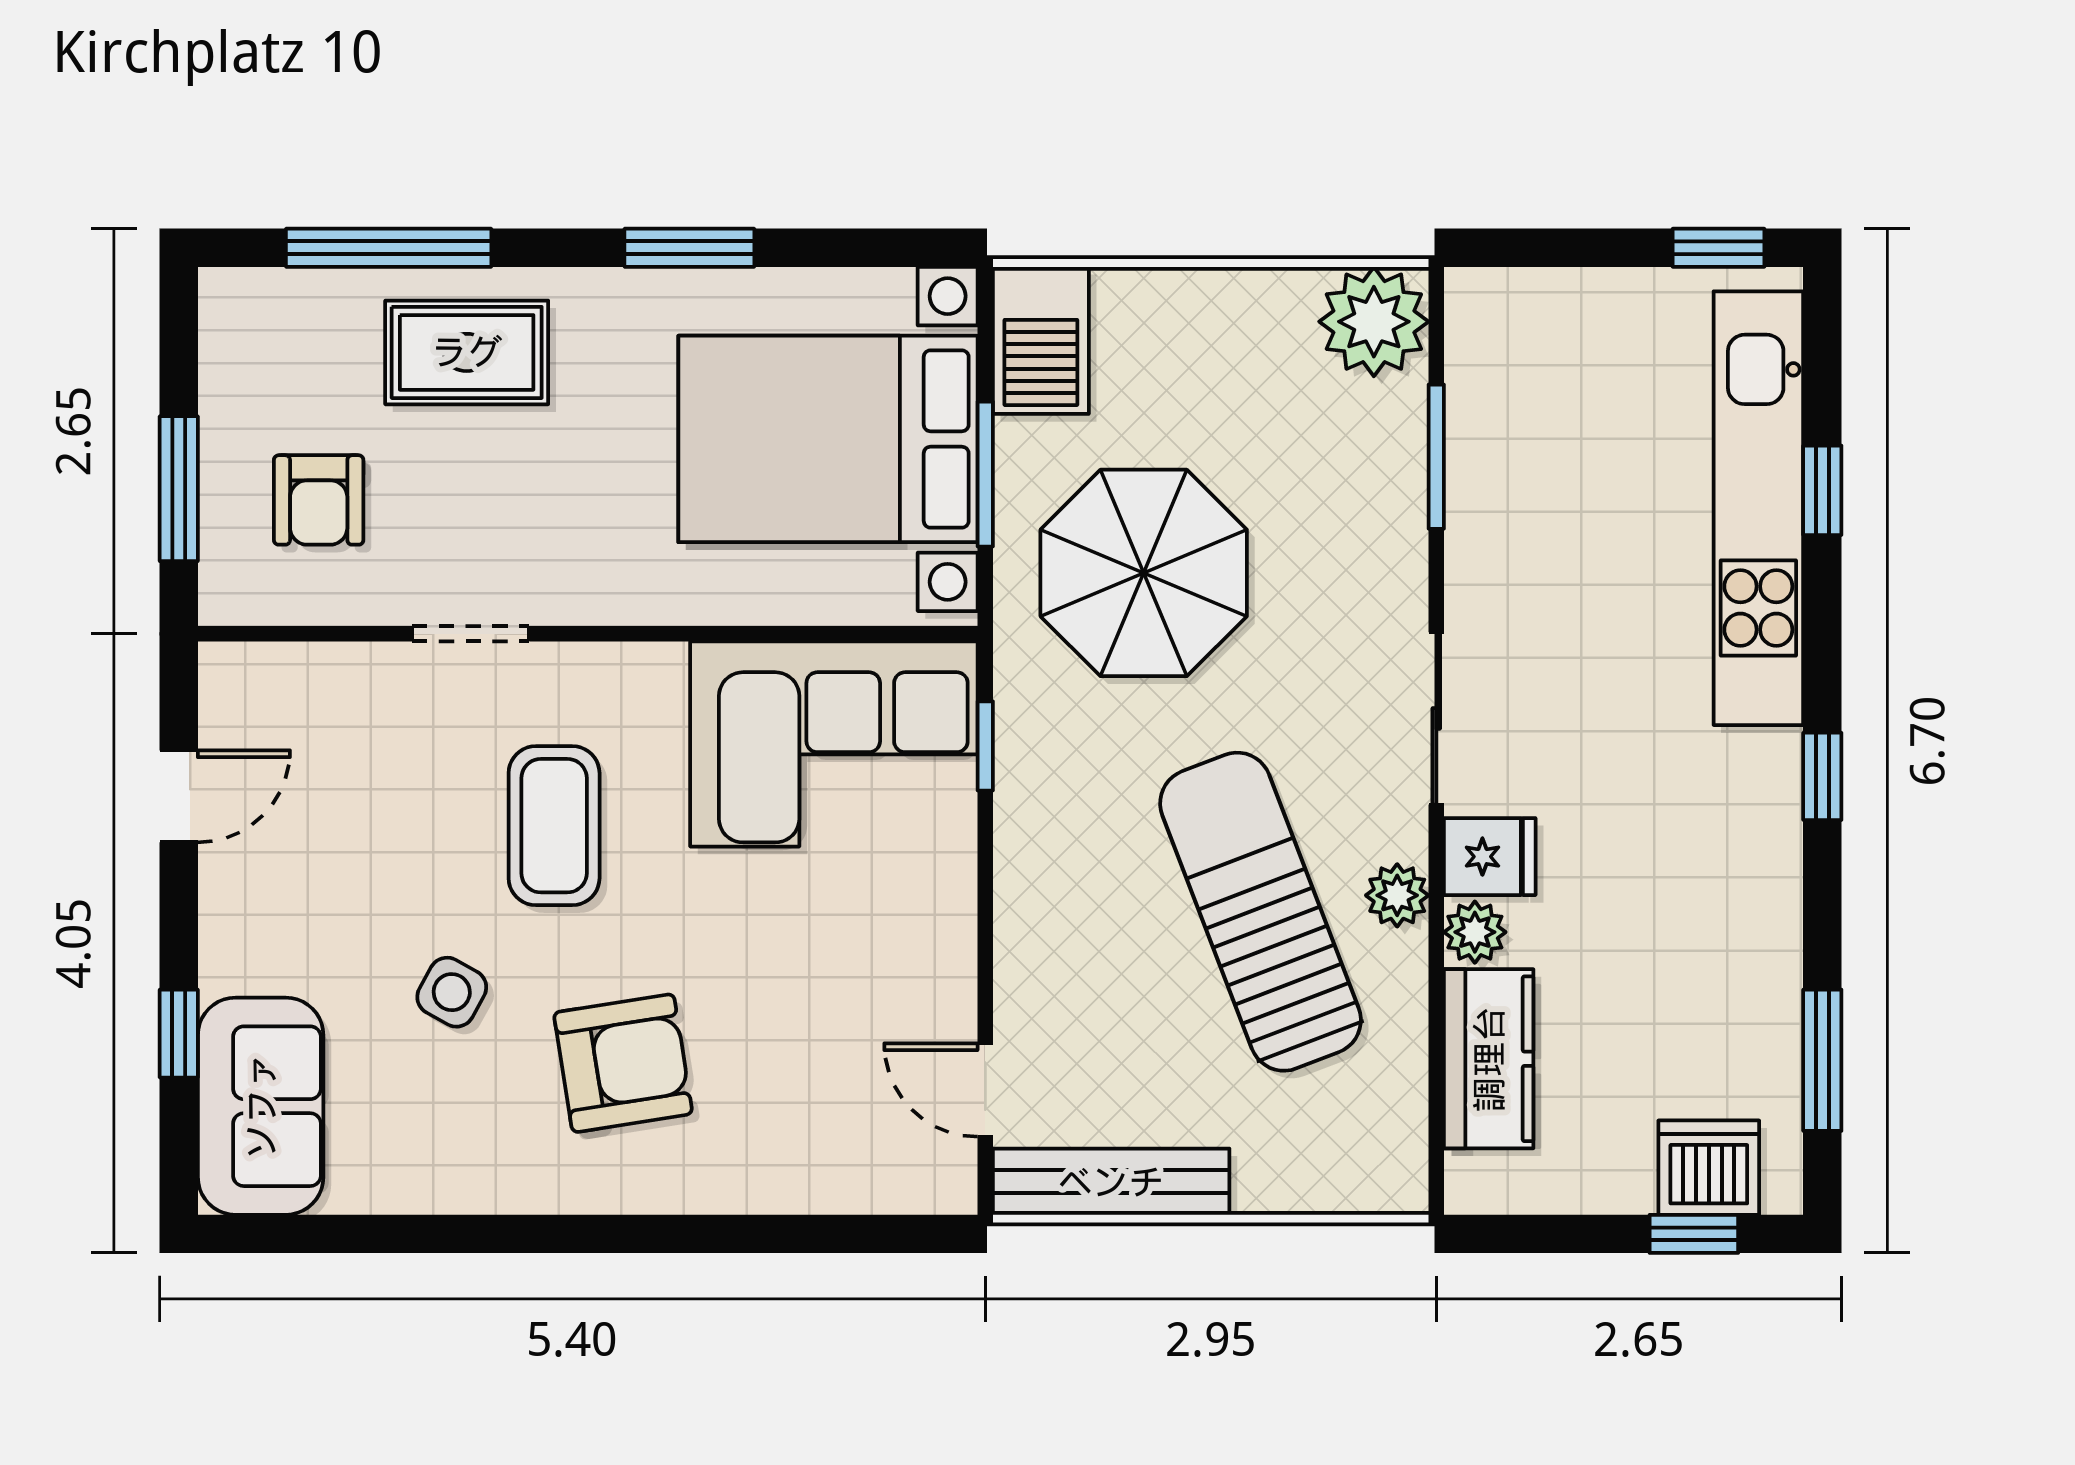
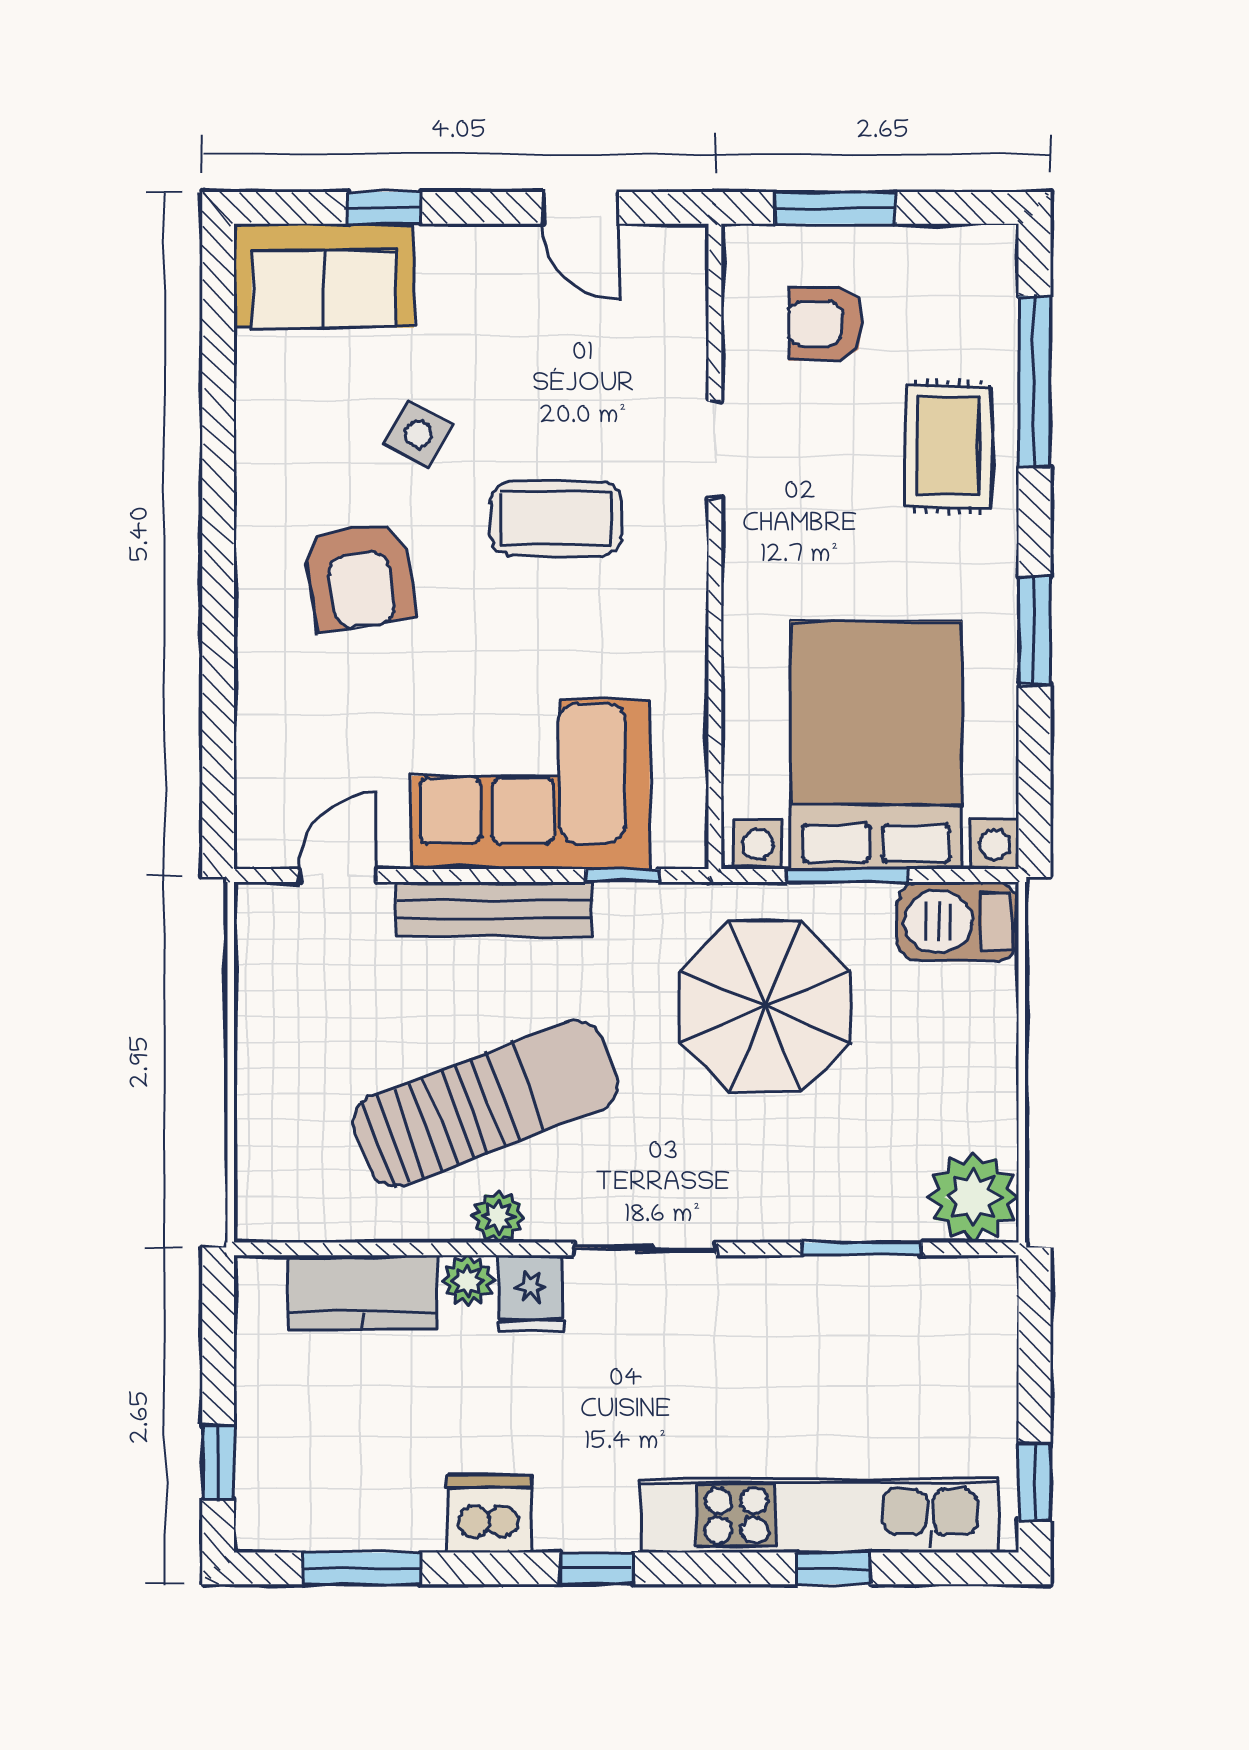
corner sofa: (834, 744) -> (531, 784), moved, turned 90
dishwasher: (1709, 1168) -> (489, 1514), moved, turned -90
bench: (1111, 1182) -> (494, 909), moved, turned 90

